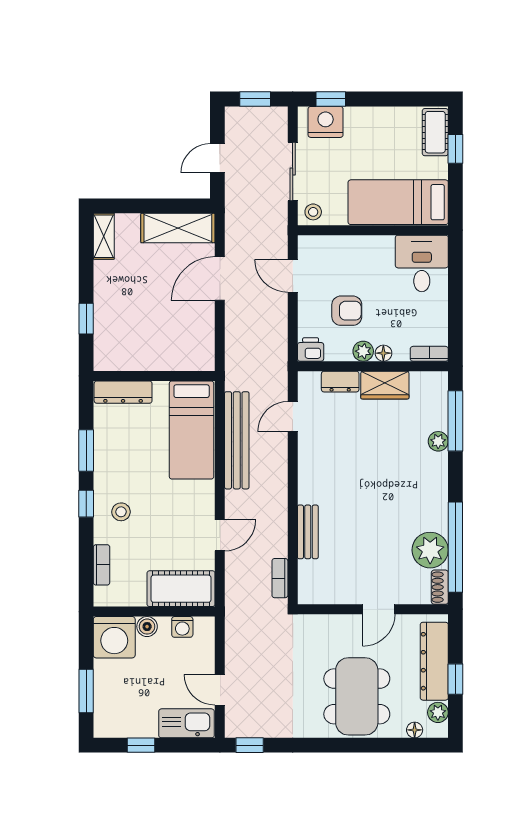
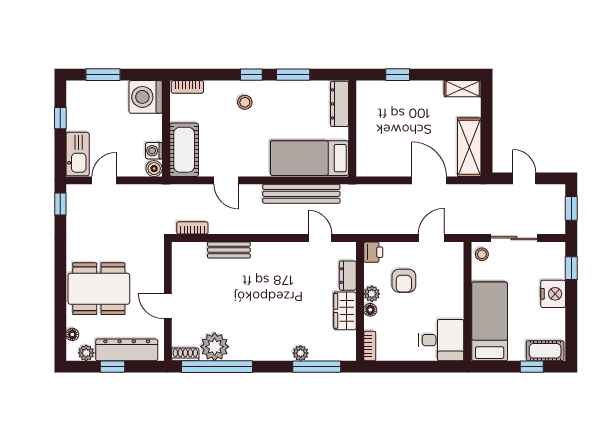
nightstand: (326, 122) -> (553, 294), moved
bookcase: (102, 565) -> (187, 87), moved
boiler: (147, 627) -> (154, 169), moved

